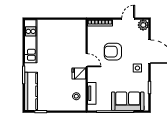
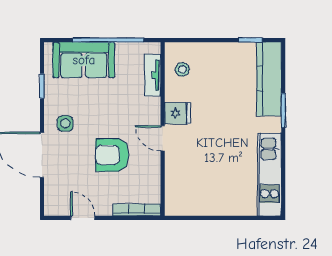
door: (128, 19) -> (83, 218), swing flipped
plant: (143, 25) -> (54, 206), removed
armchair: (113, 52) -> (112, 155), turned 180

